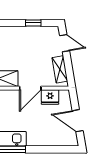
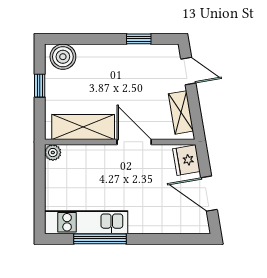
door: (30, 88) -> (134, 142), swing flipped
fridge: (50, 97) -> (186, 160), moved, turned 80

